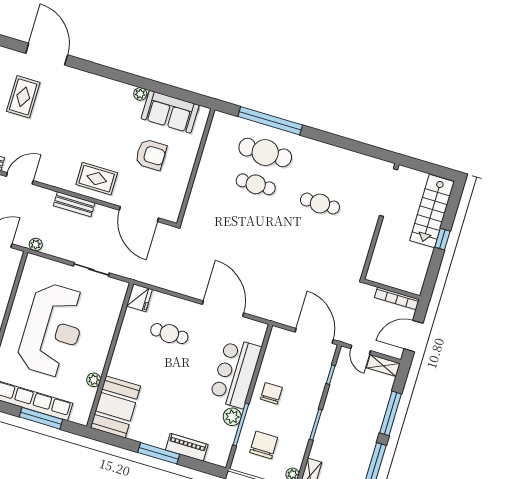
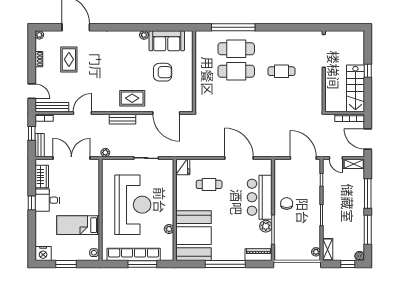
cafe table: (256, 184) -> (236, 71), width x1.37, depth x1.35
stairs: (432, 211) -> (355, 88), moved
door: (414, 336) -> (368, 139), hinge flipped
booth: (115, 407) -> (194, 236), width x1.36, depth x1.42
chair: (264, 445) -> (292, 238), removed
piano: (187, 447) -> (258, 255), moved
window: (159, 453) -> (225, 264), width x1.46

